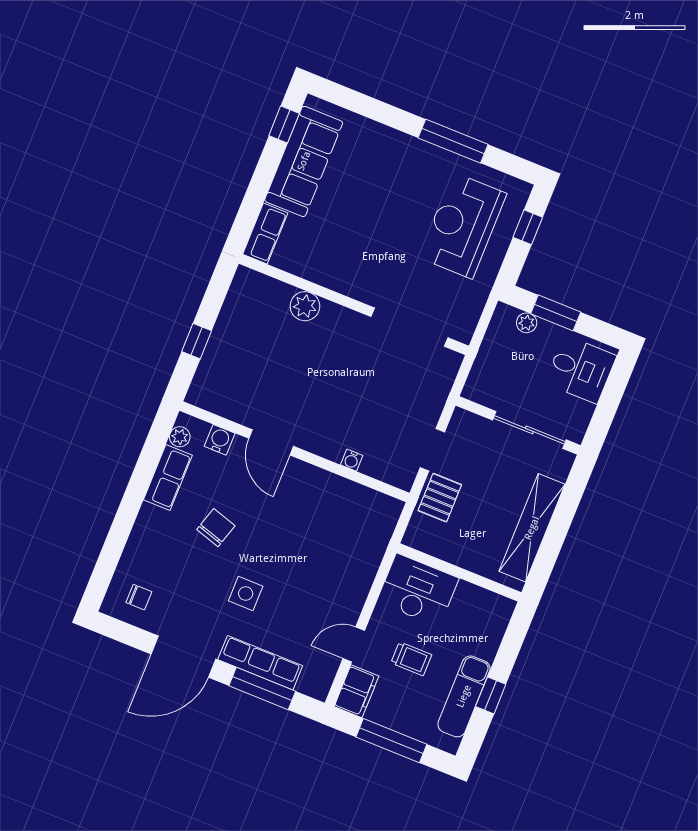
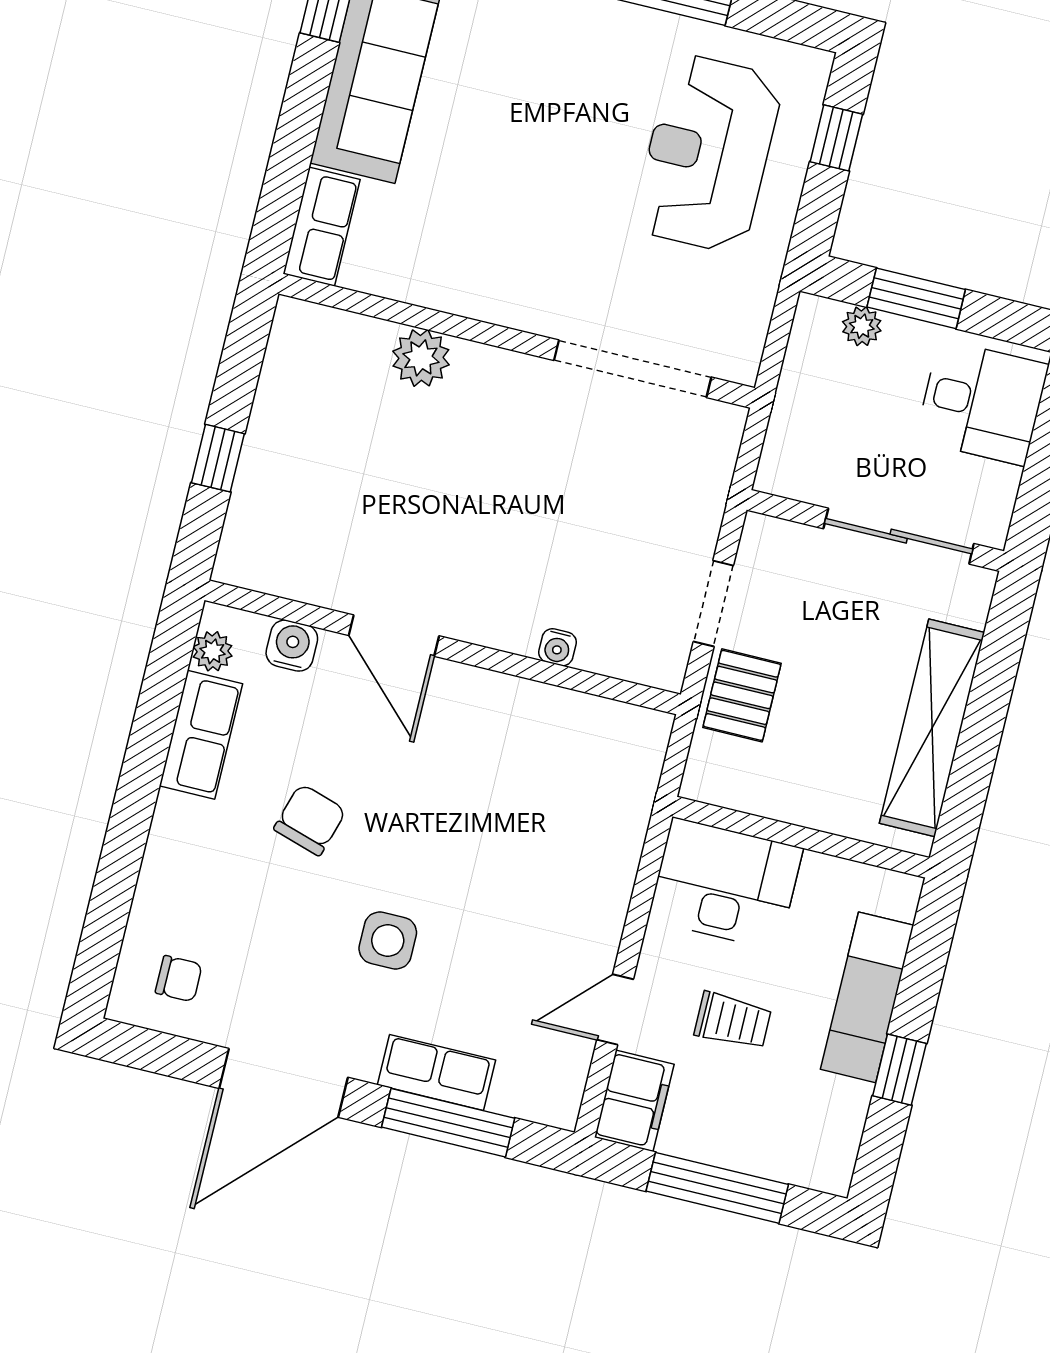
row of seats: (260, 663) -> (437, 1072), width x0.68
exam couch: (464, 696) -> (867, 997), moved

